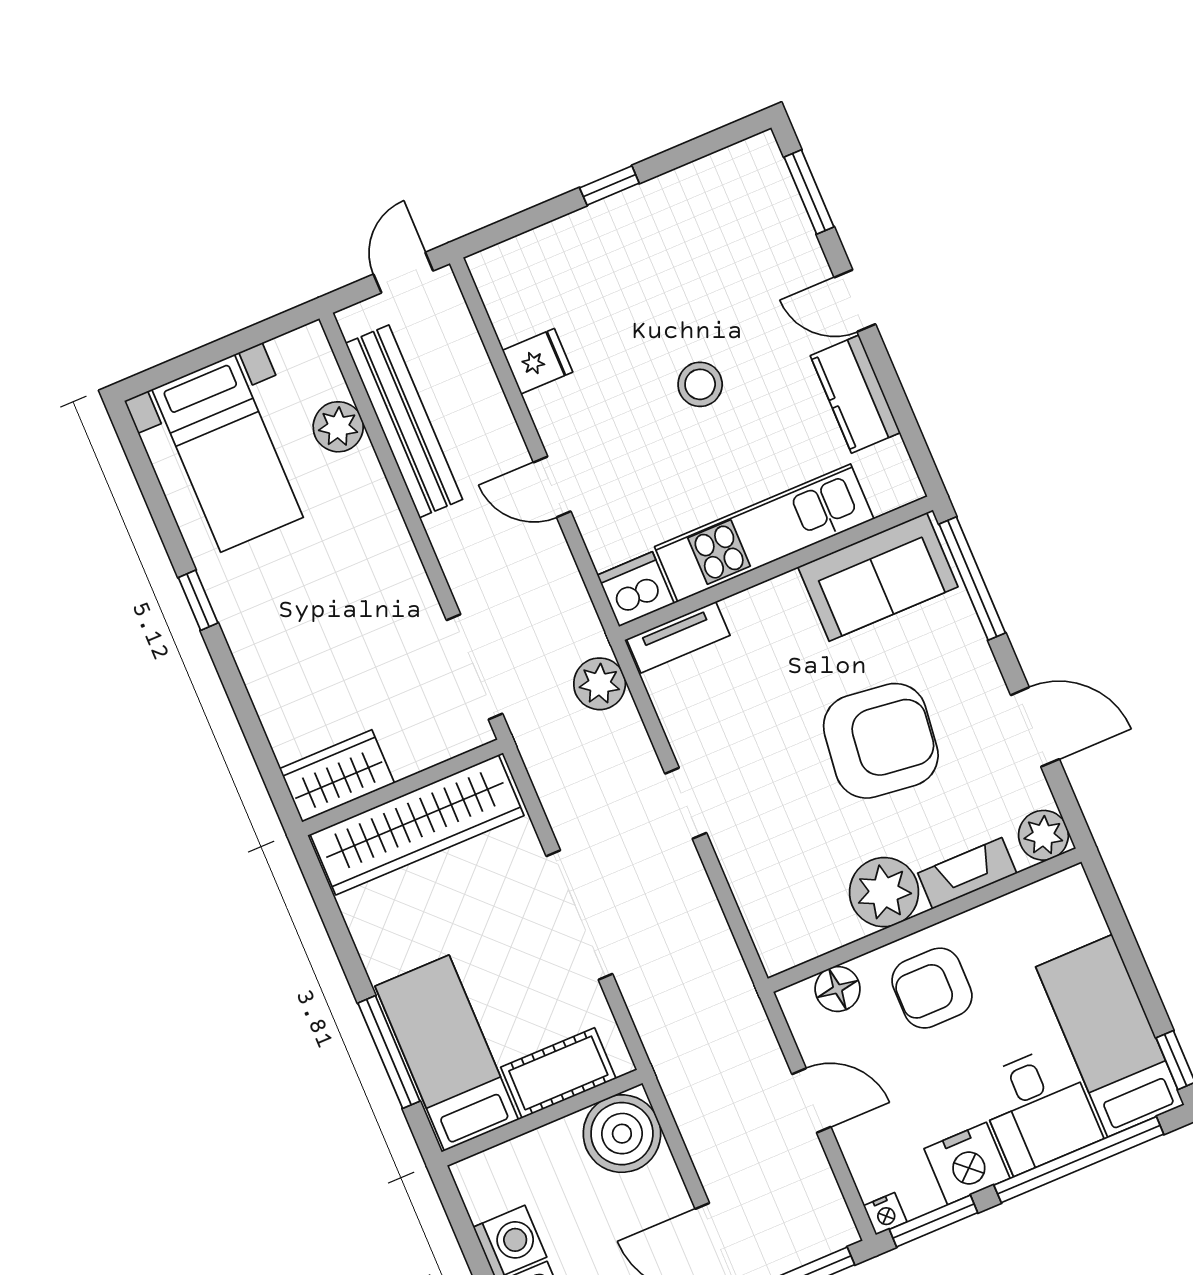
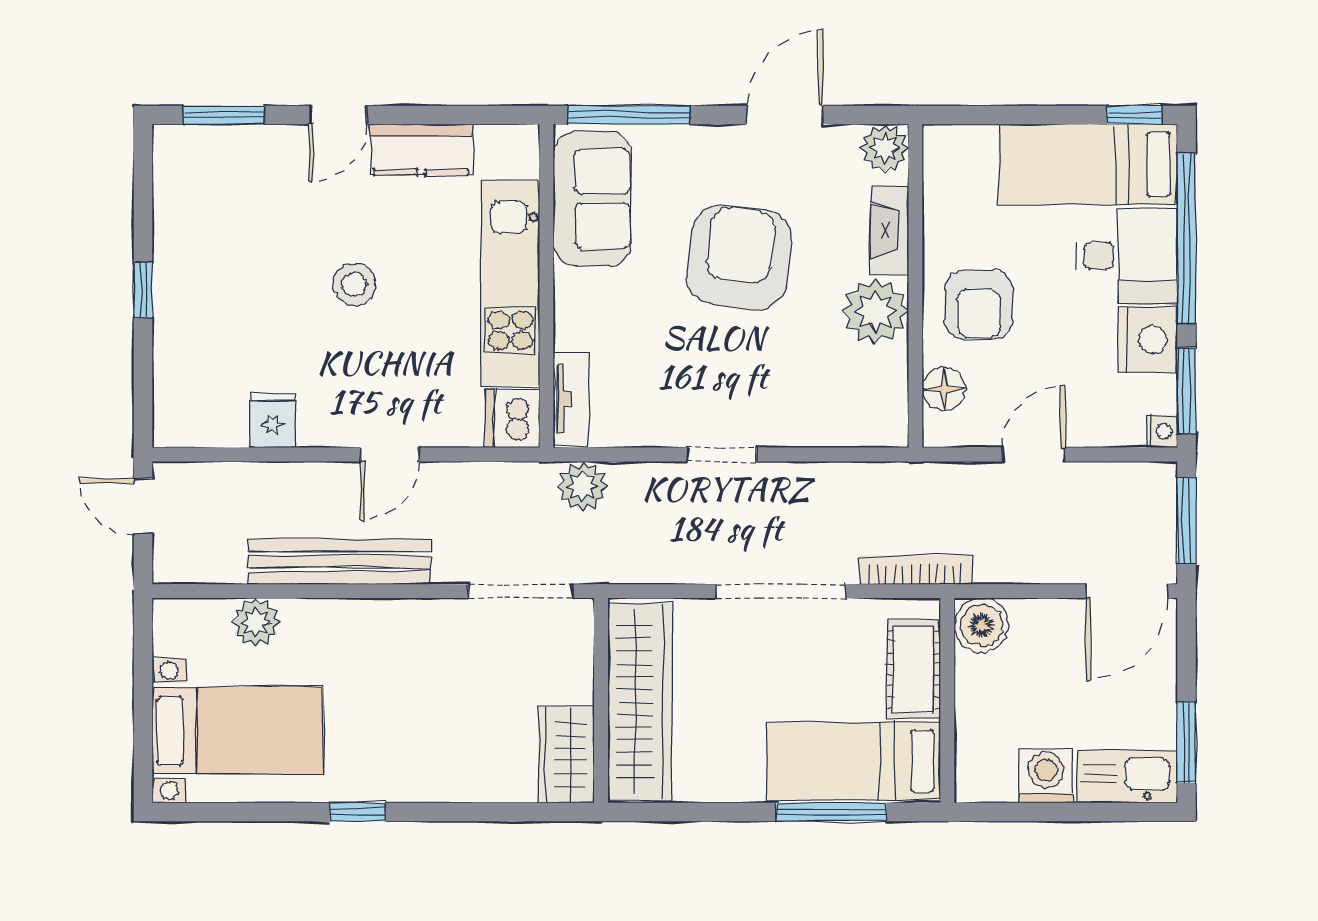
bench: (404, 421) -> (339, 561), moved
bookcase: (654, 1035) -> (915, 570), added
boiler: (622, 1134) -> (982, 625), width x0.73, depth x0.73

